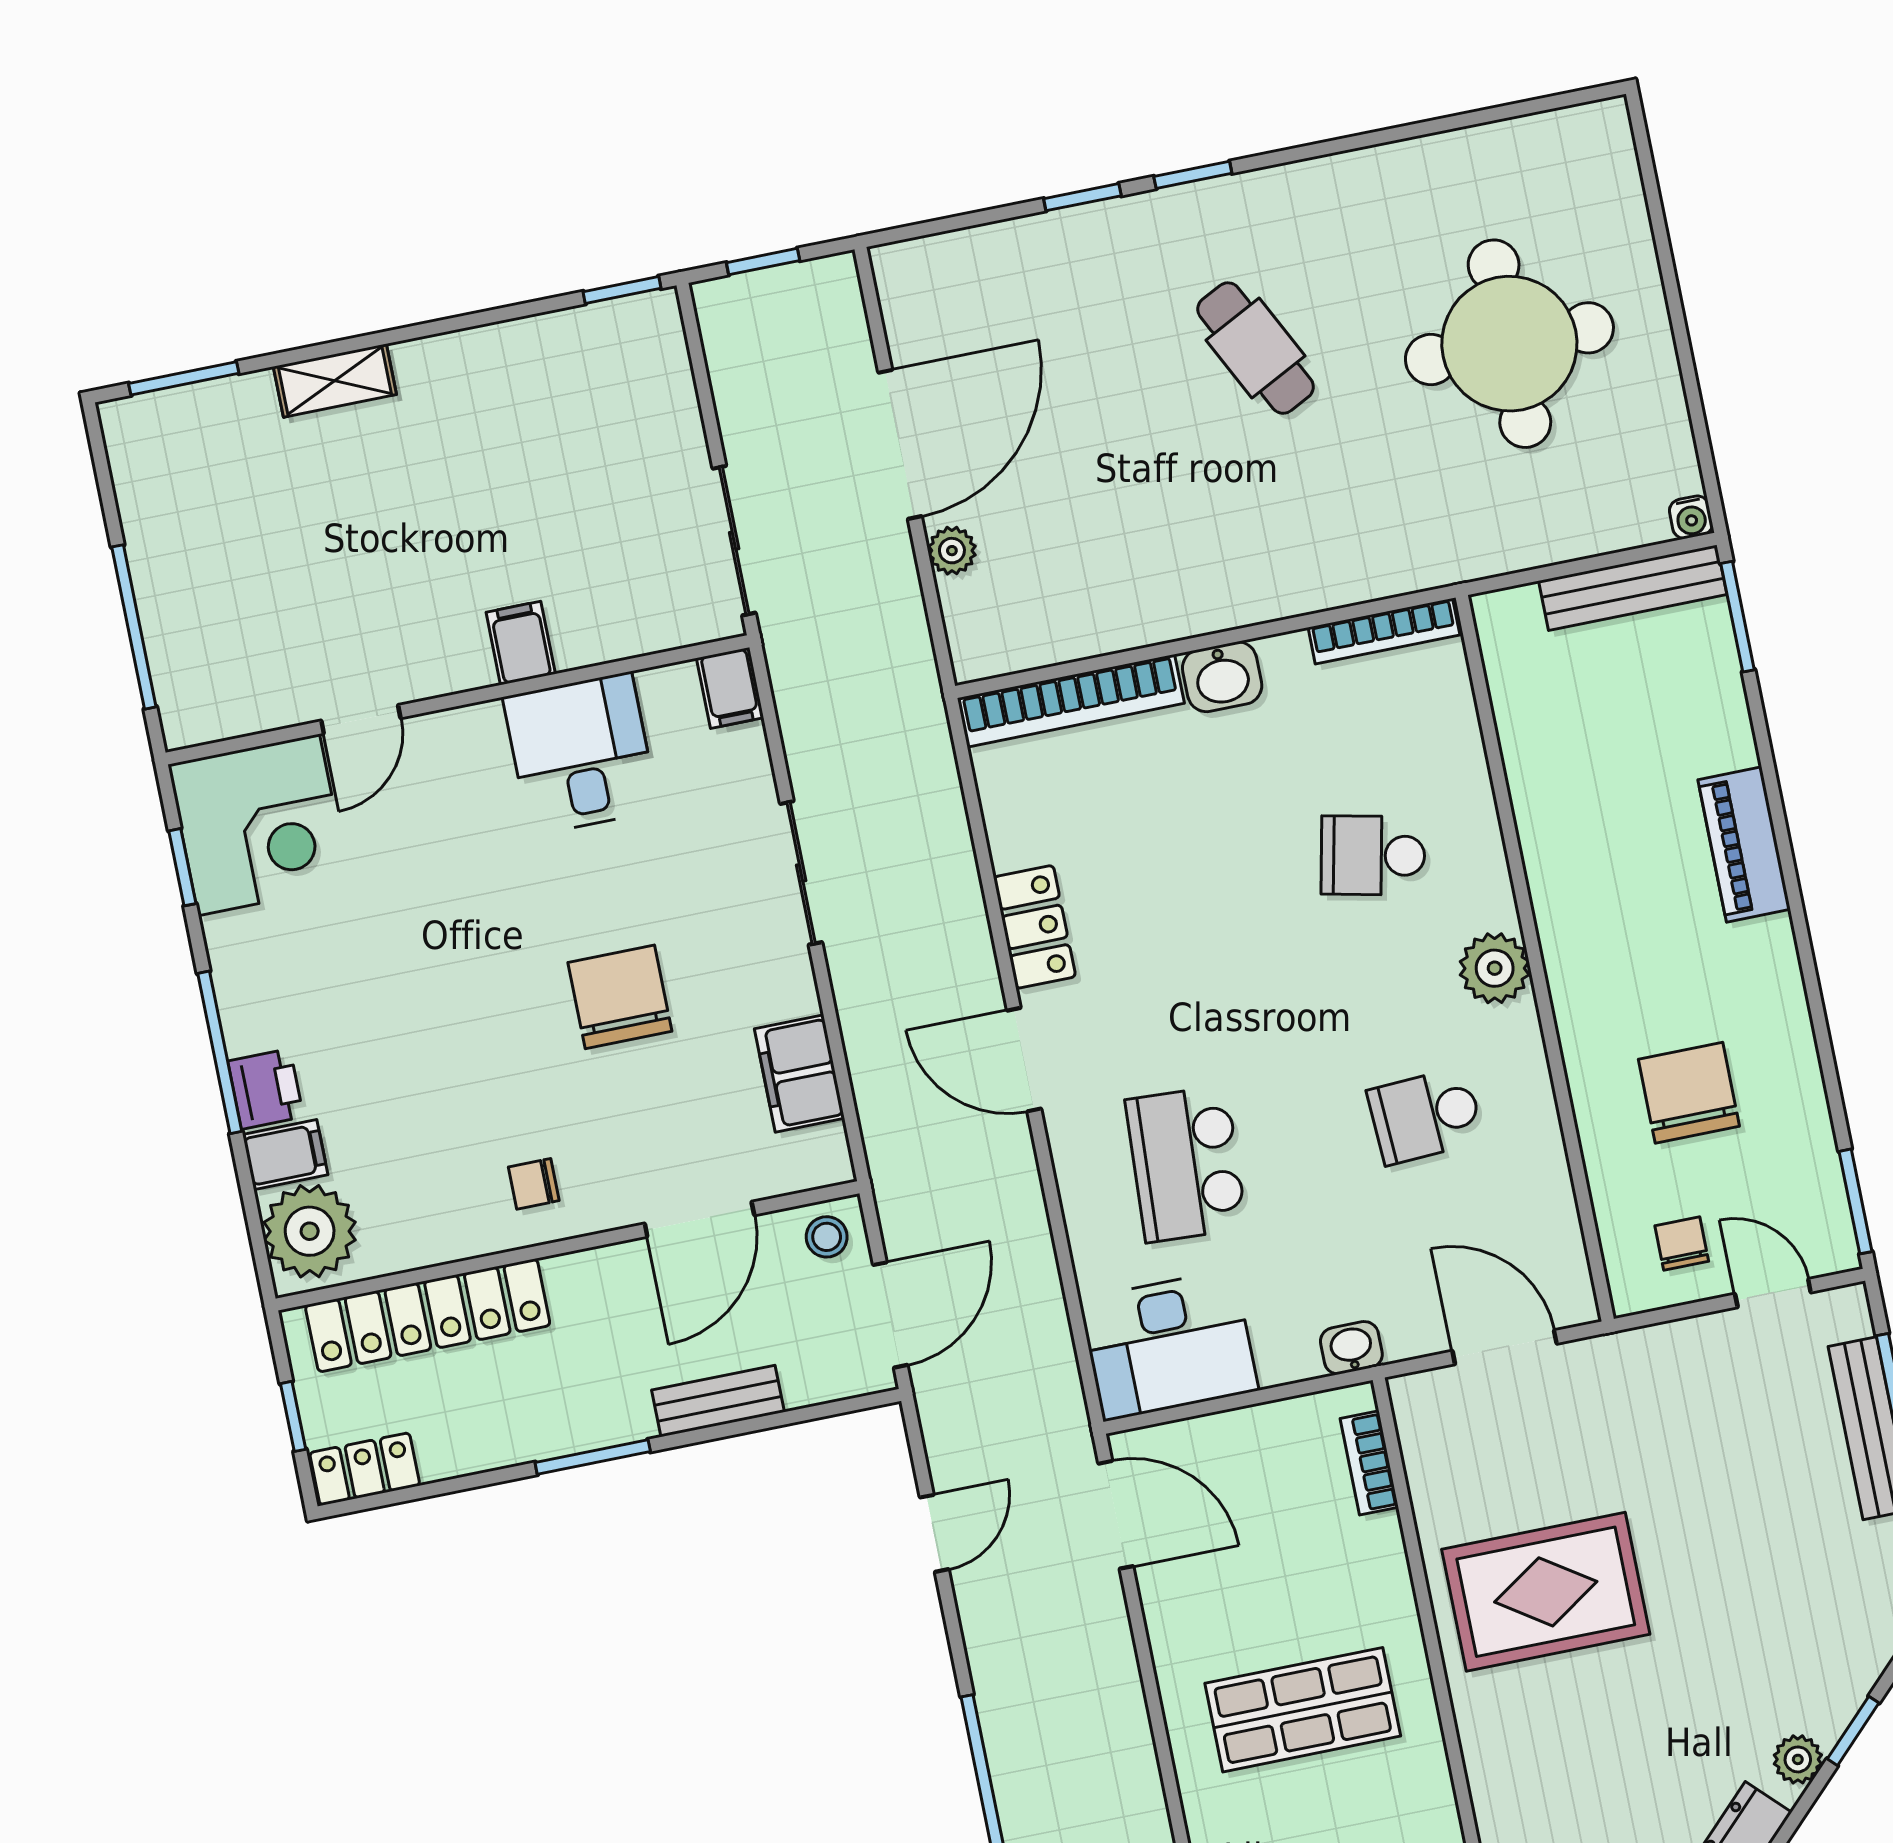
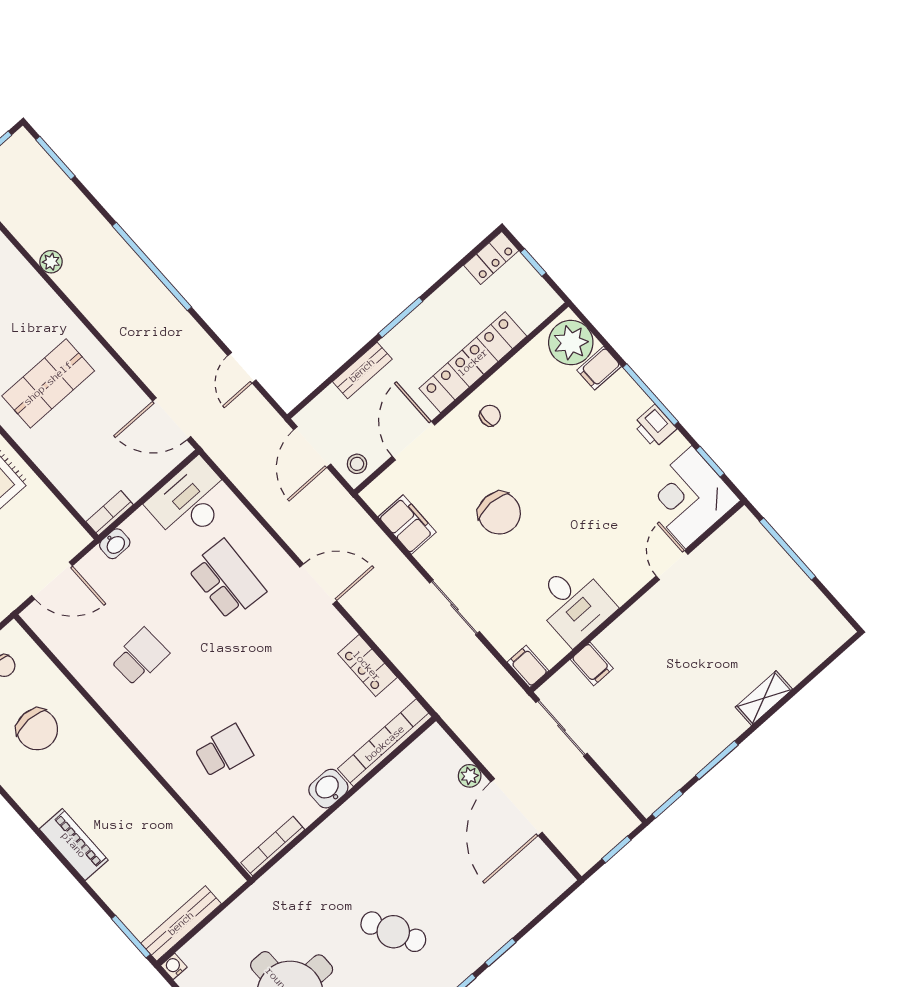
window: (184, 378) -> (717, 760), moved
filing cabinet: (521, 643) -> (592, 664), moved
locker: (1035, 927) -> (367, 666), moved
plant: (1495, 968) -> (147, 734), removed
printer: (266, 1089) -> (655, 426), moved
locker: (428, 1315) -> (473, 362), moved
bookcase: (1369, 1463) -> (110, 513), moved, turned -90

